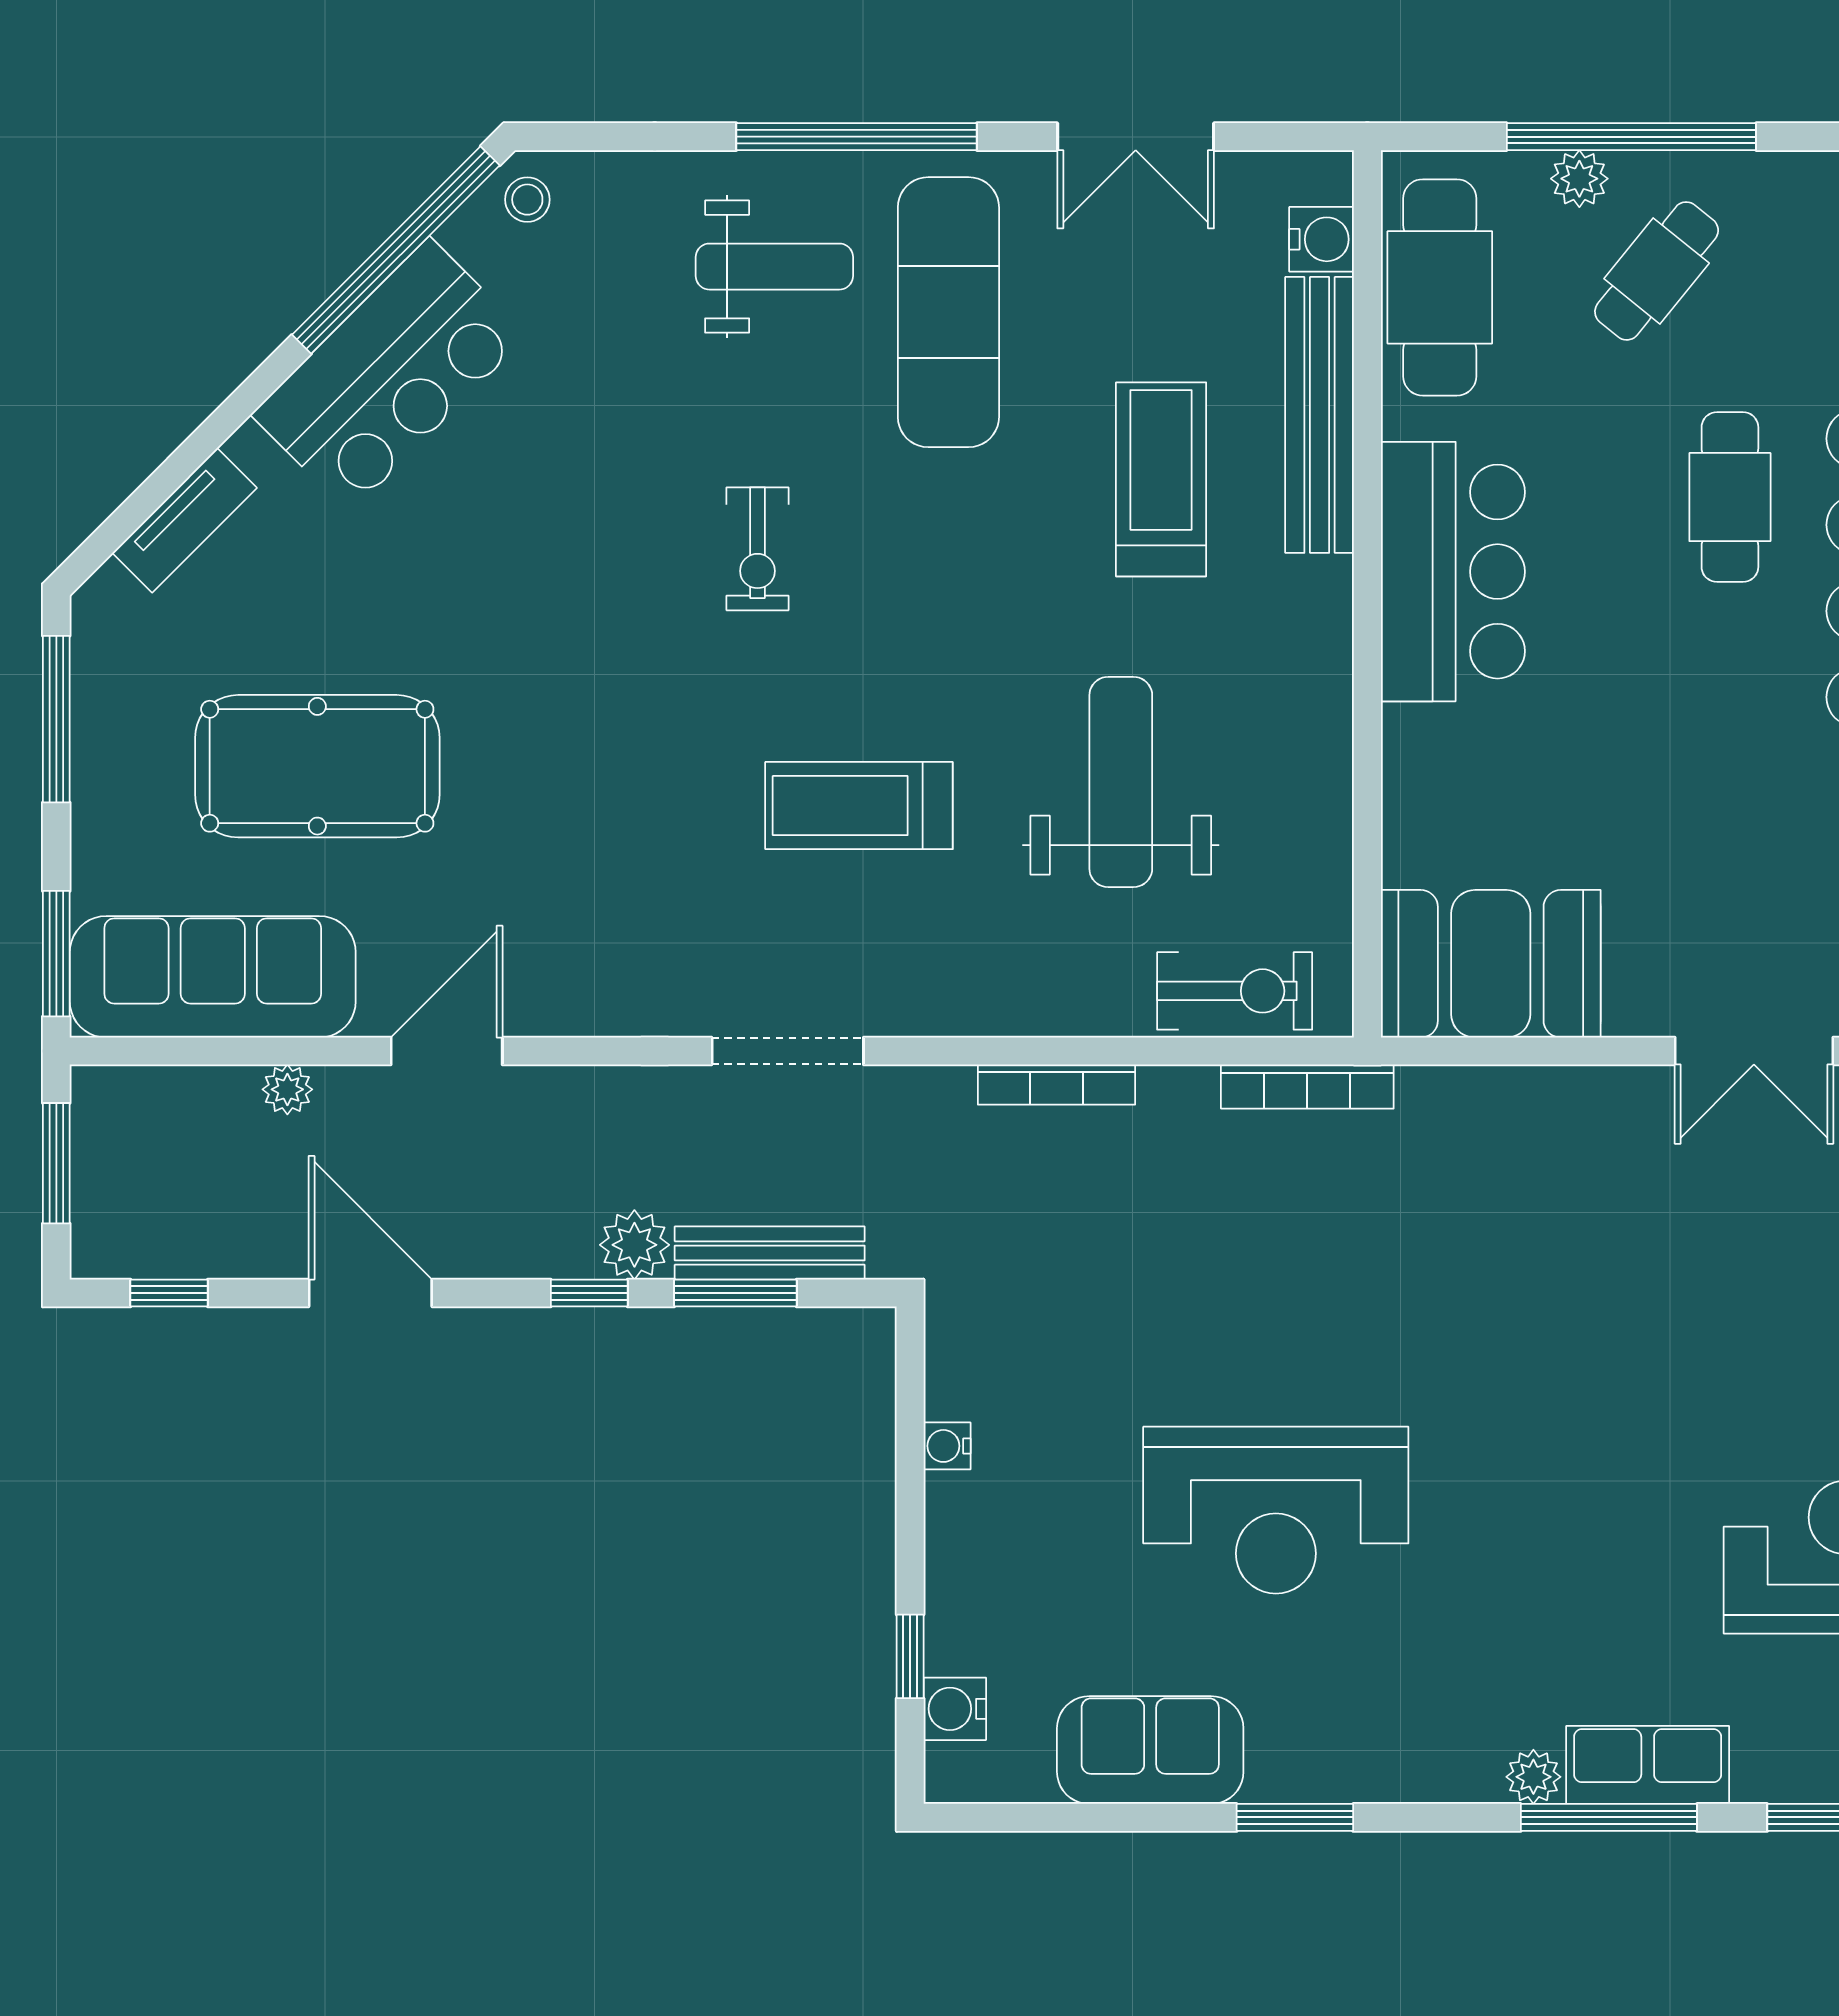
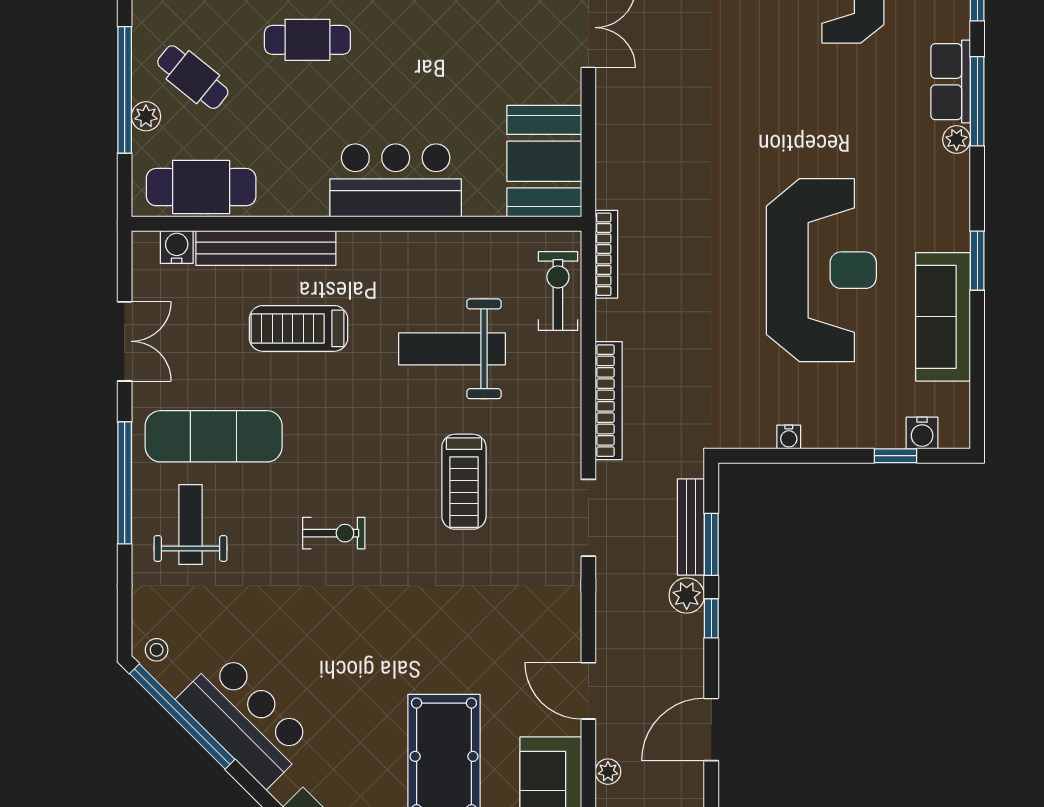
bar counter: (1453, 572) -> (396, 180), moved
bookcase: (1056, 1085) -> (609, 401), width x1.48, depth x1.31
reception desk: (1276, 1510) -> (821, 270), width x1.36, depth x1.30
sofa: (1150, 1750) -> (943, 317), width x1.36

